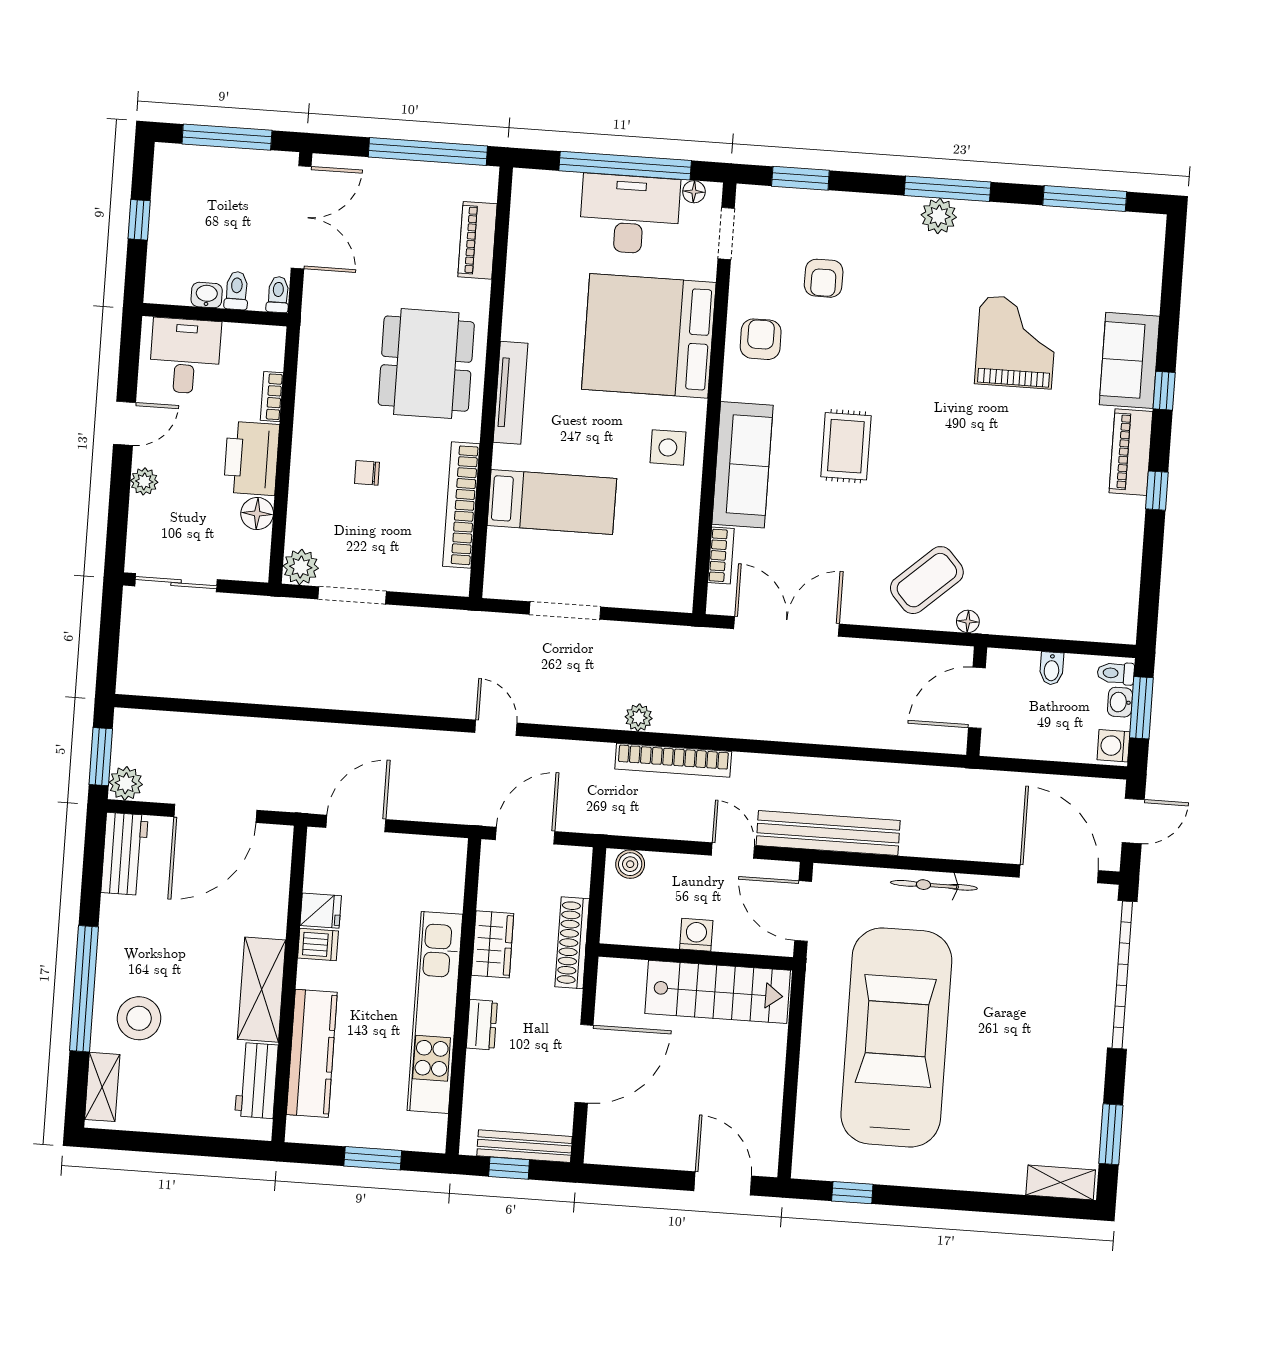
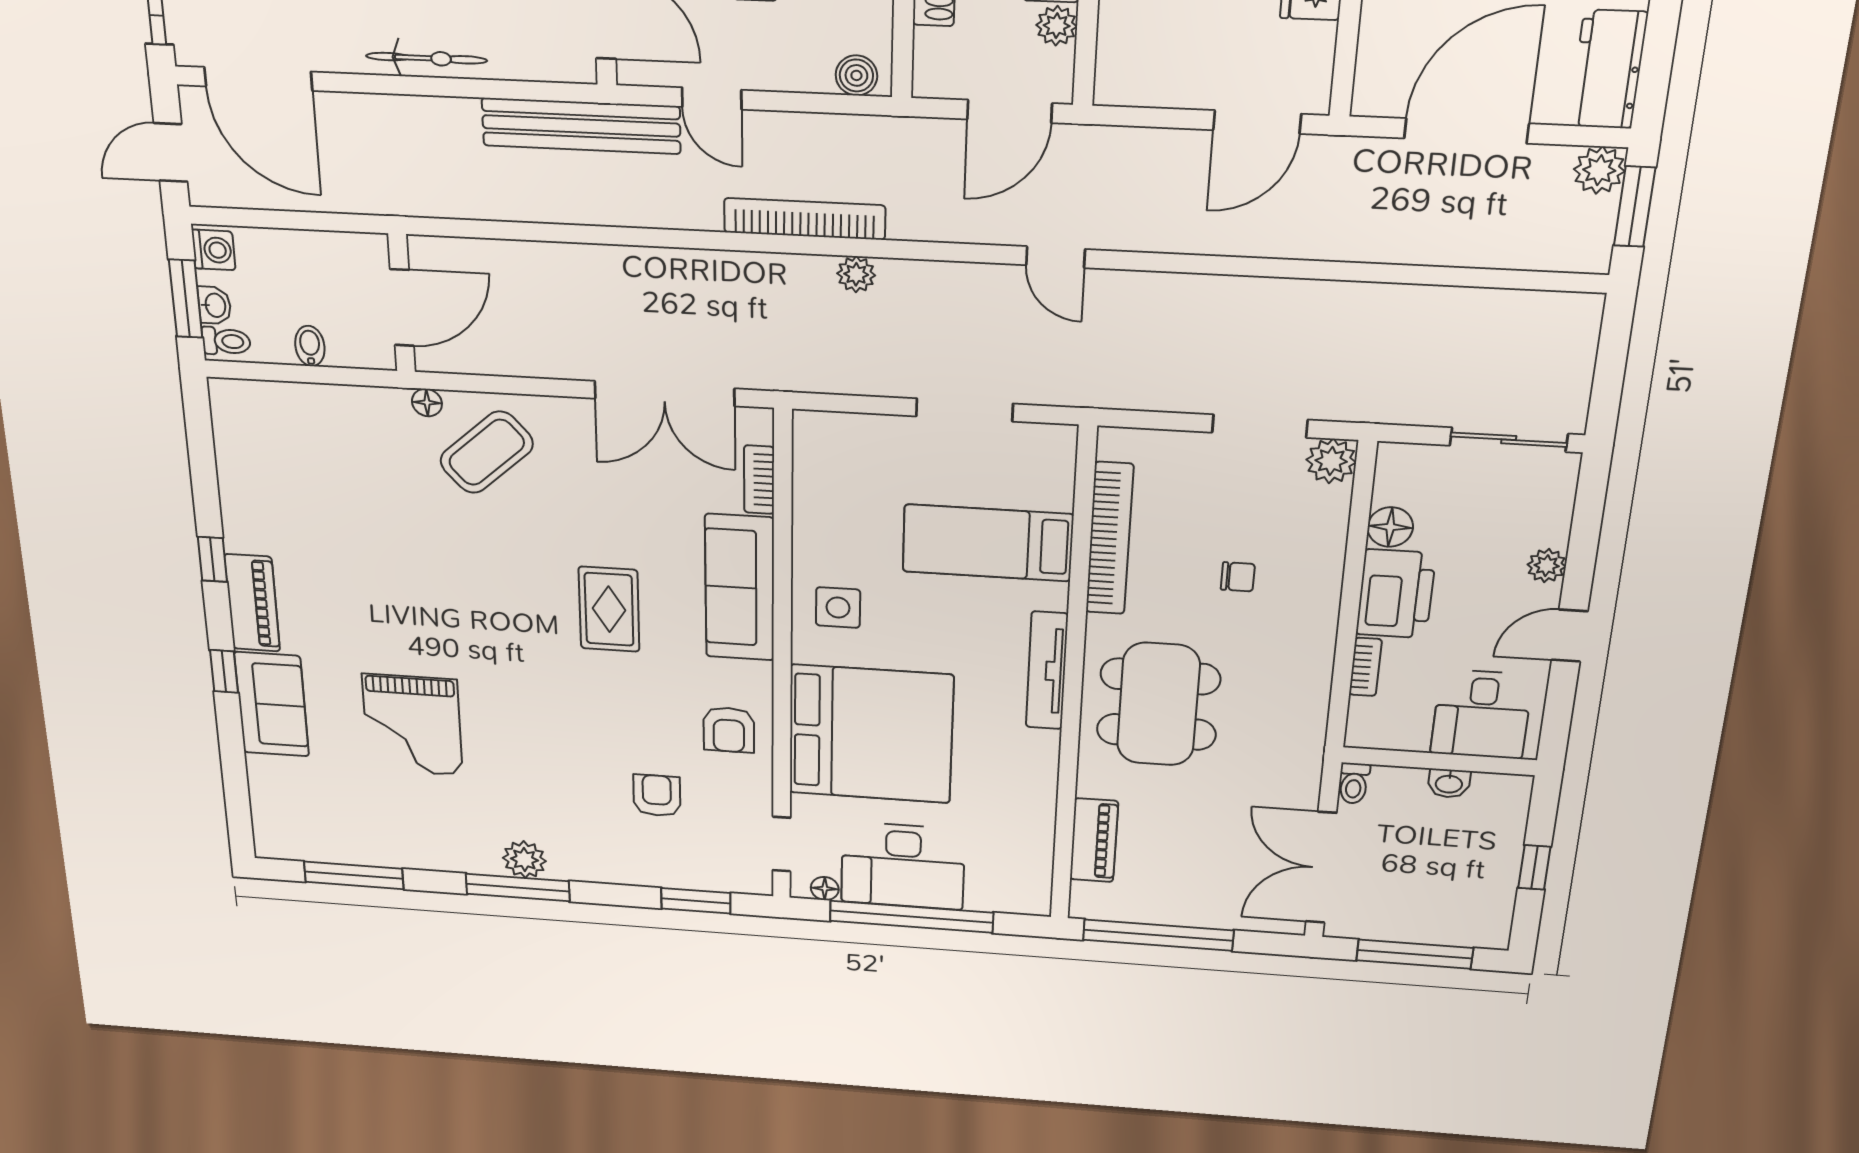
toilet: (237, 291) -> (1409, 788), removed
plant: (491, 895) -> (1057, 26), added

